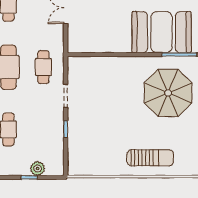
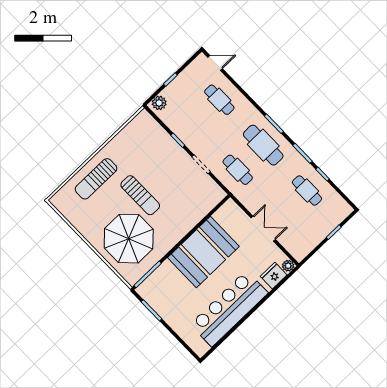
booth: (162, 32) -> (203, 252), moved
sun lounger: (130, 116) -> (140, 195), added
plant: (38, 169) -> (159, 103), moved

